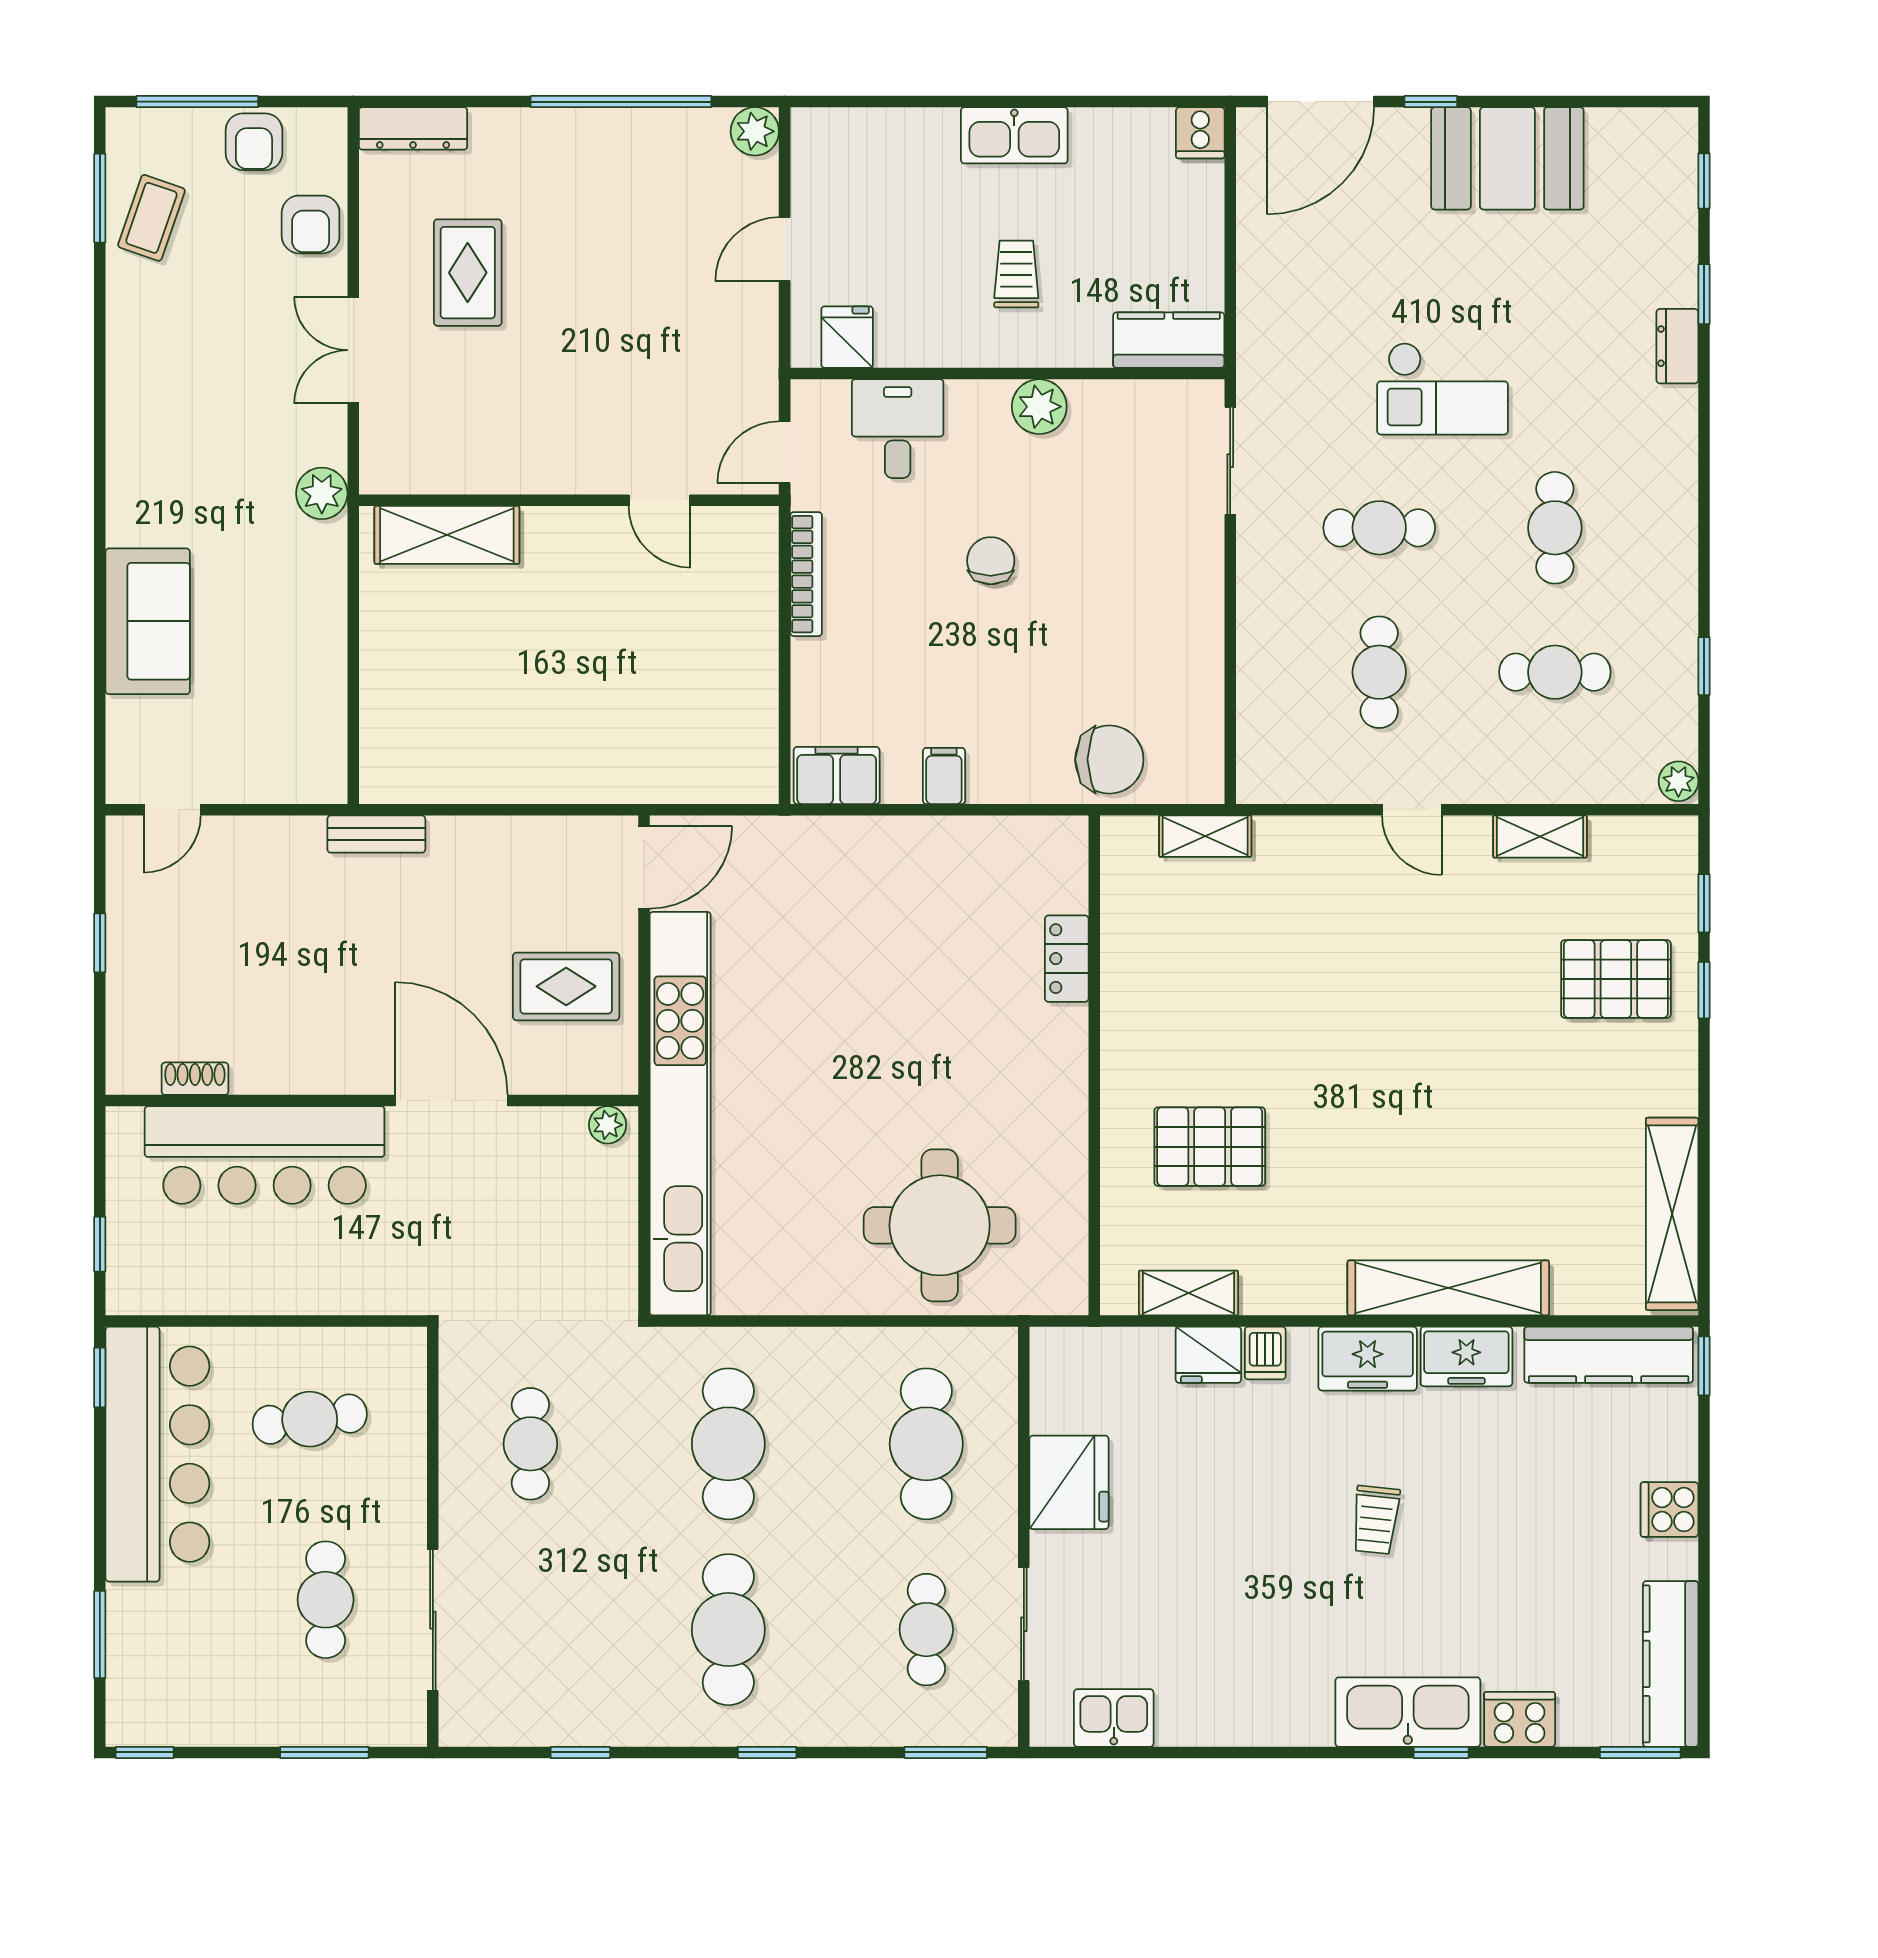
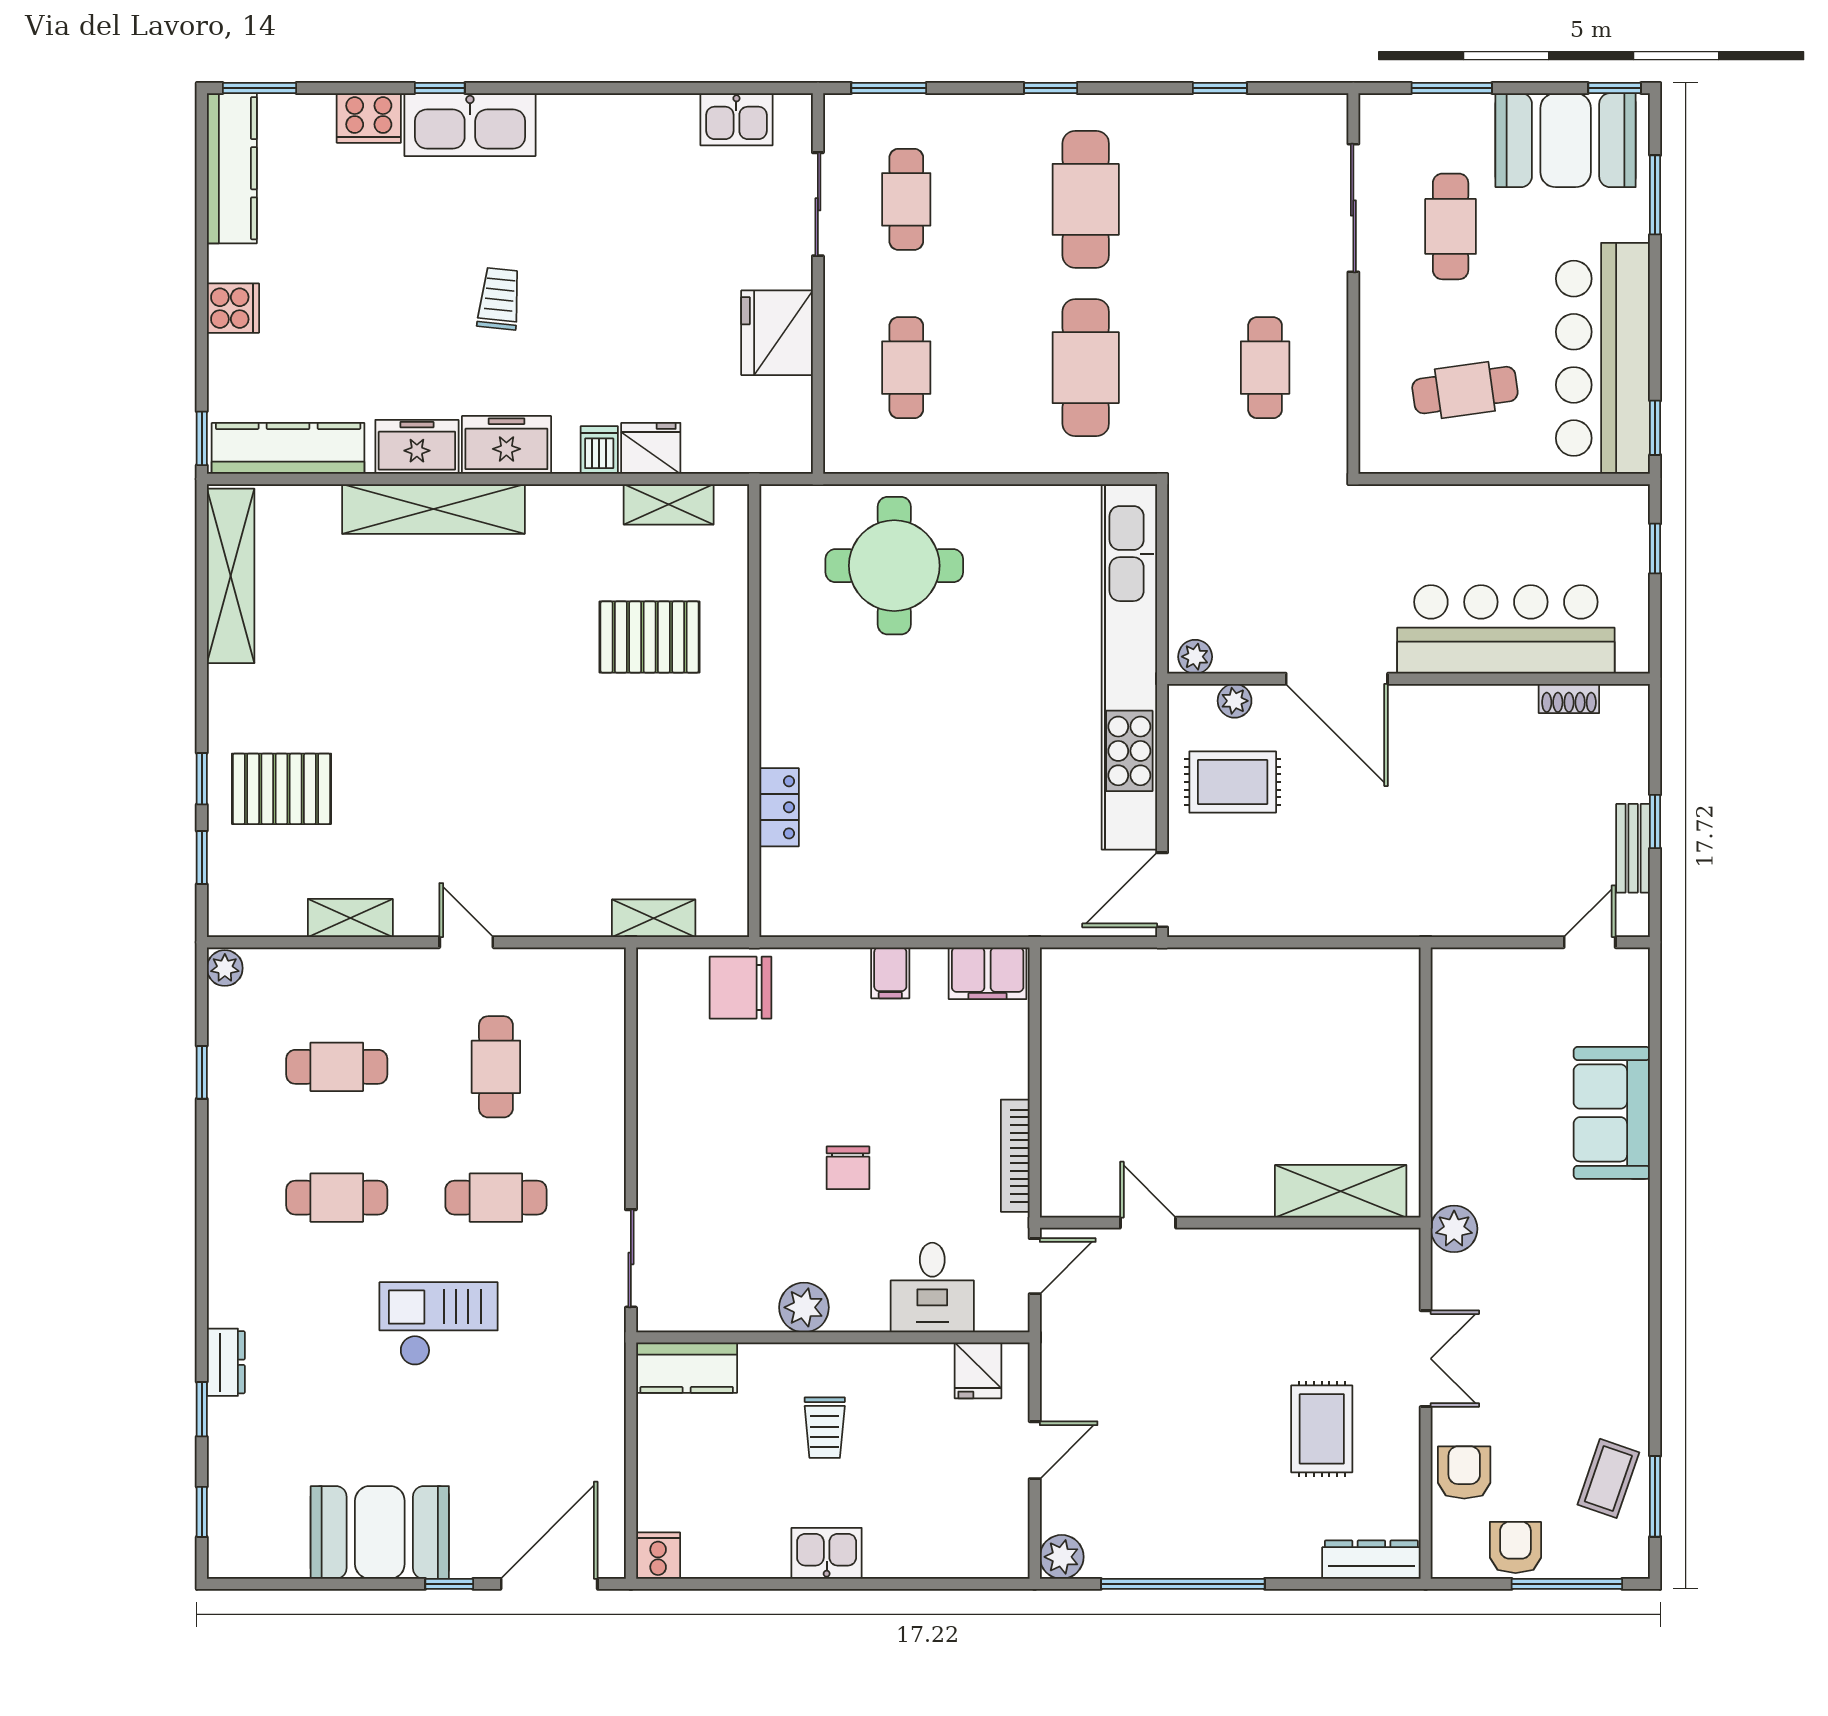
kitchen sink: (1014, 135) -> (827, 1553), width x0.73
cafe table: (1555, 528) -> (337, 1198), turned 90
bench: (376, 834) -> (1633, 848), moved, turned 90
plant: (564, 1076) -> (1235, 701), added
cafe table: (926, 1444) -> (906, 368), width x0.73, depth x0.74
booth: (199, 1695) -> (1566, 140), added

